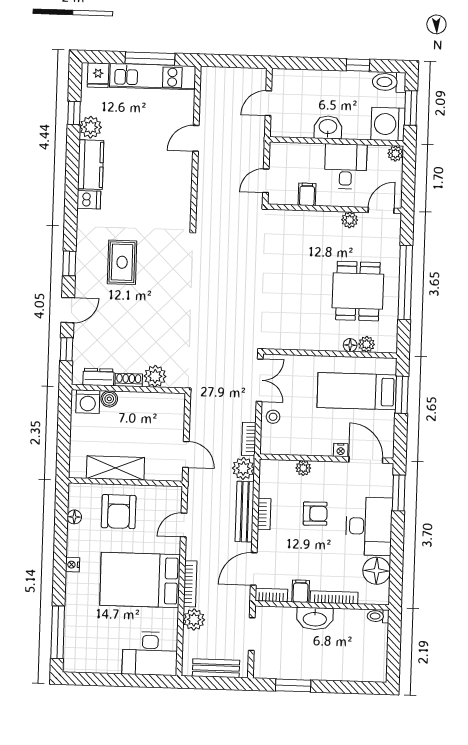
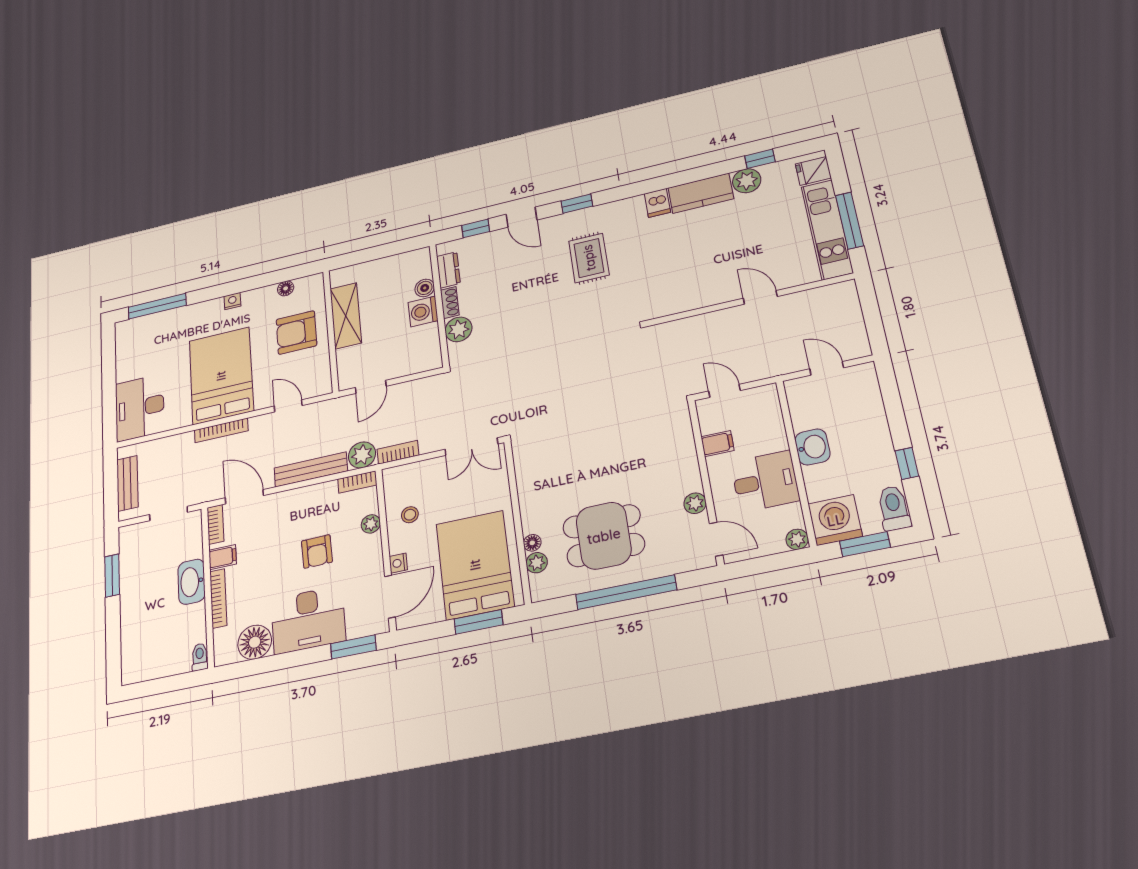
rug: (122, 262) -> (589, 258), turned 90
bed: (357, 391) -> (475, 565), width x1.50
washing machine: (88, 402) -> (423, 312), moved
stool: (273, 417) -> (410, 515), moved
bookcase: (264, 514) -> (357, 482), moved
plant: (194, 620) -> (181, 445), removed

